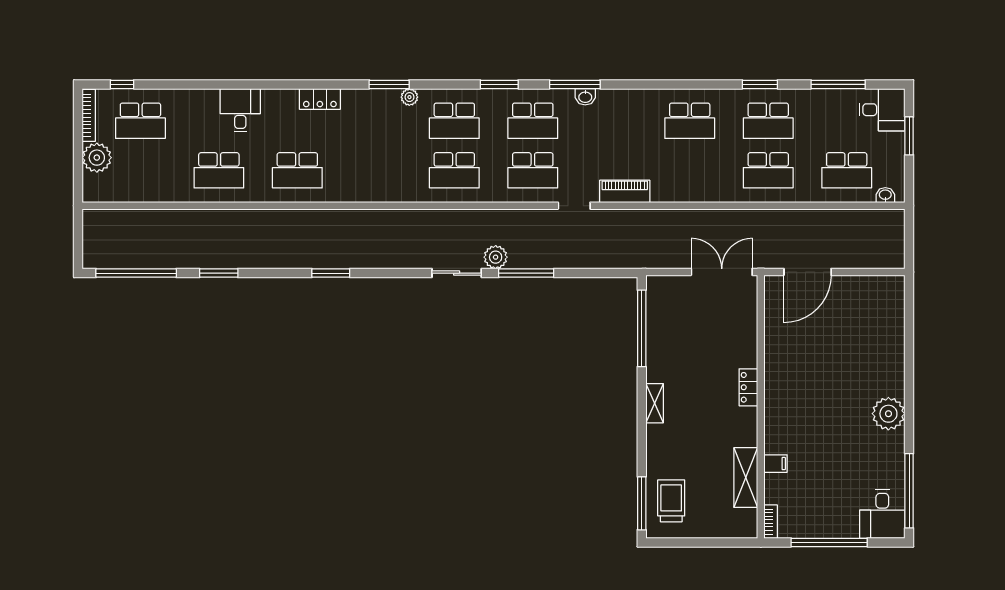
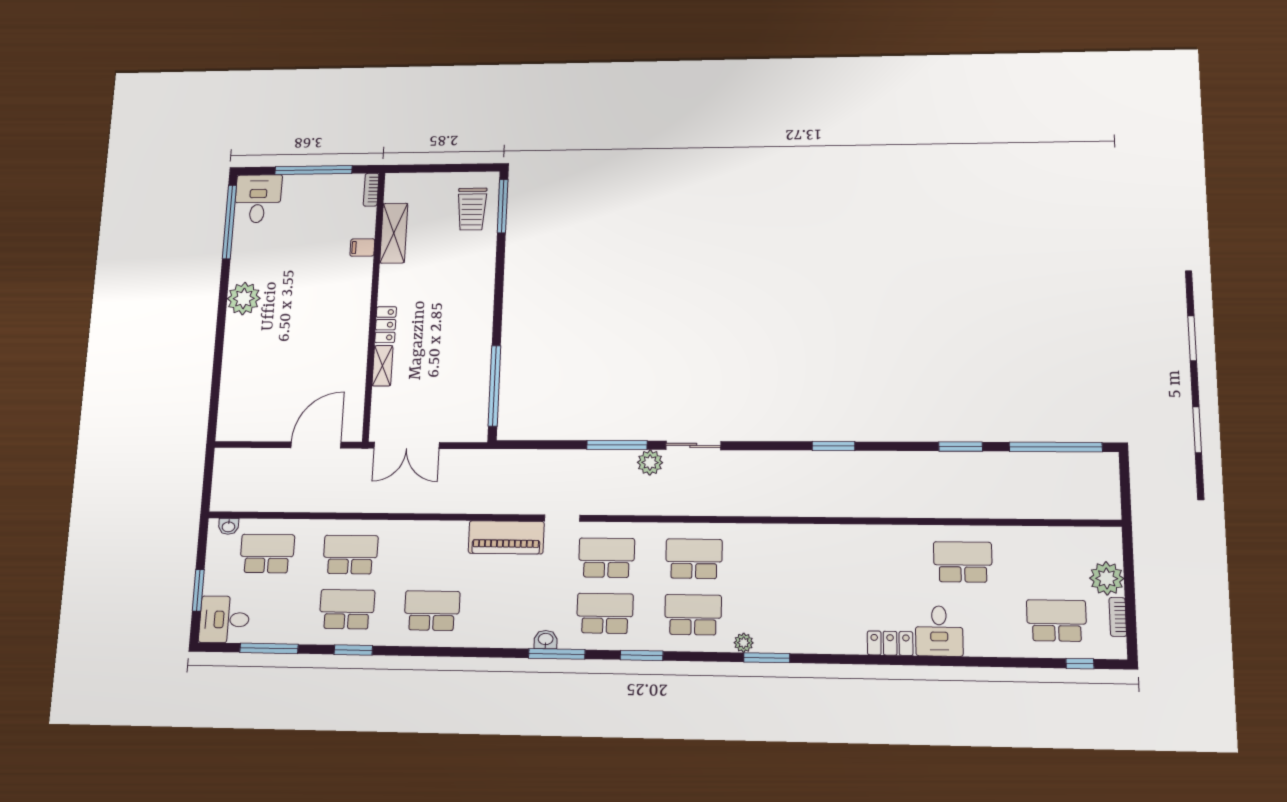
locker: (320, 99) -> (890, 643), moved
bookcase: (89, 115) -> (1118, 617), width x0.64
school desk: (297, 170) -> (872, 561), removed
piano: (625, 191) -> (506, 537), width x1.37, depth x1.33
shelving: (655, 403) -> (382, 366), moved

